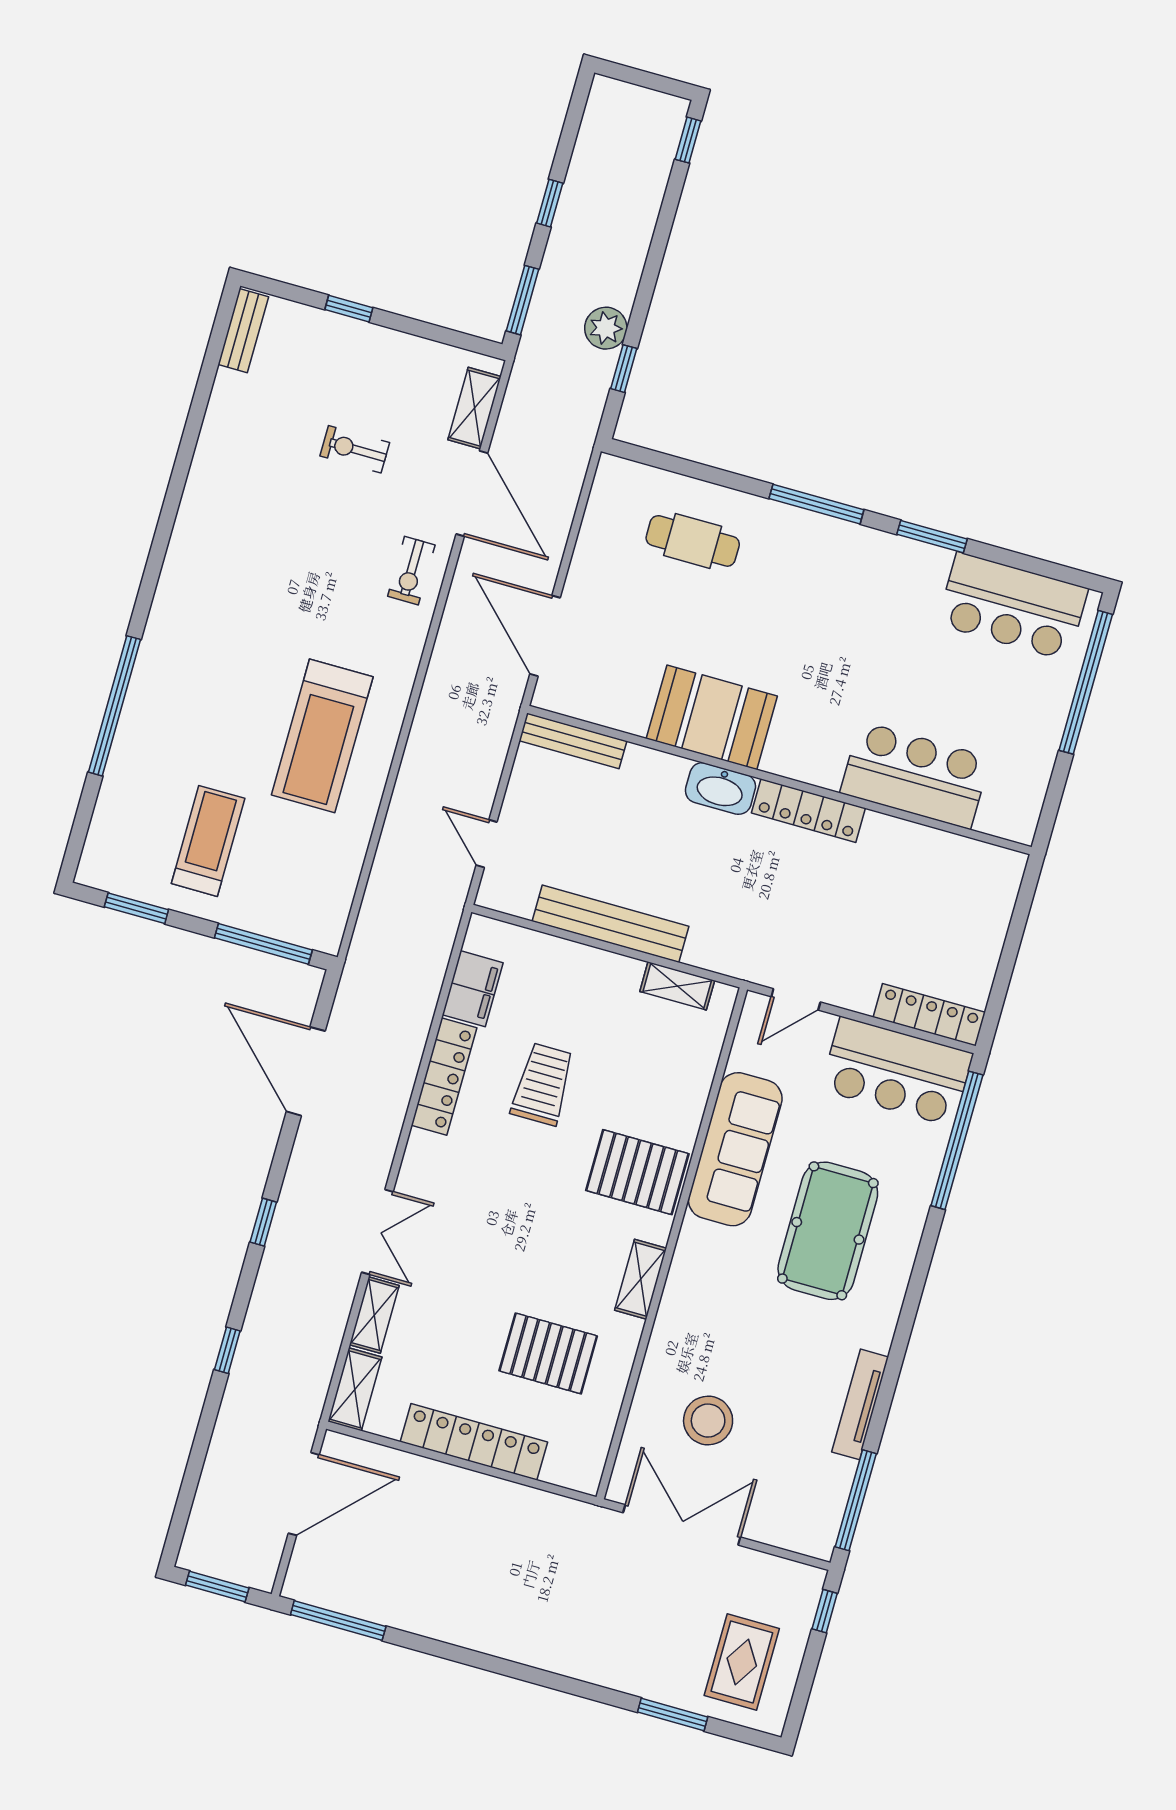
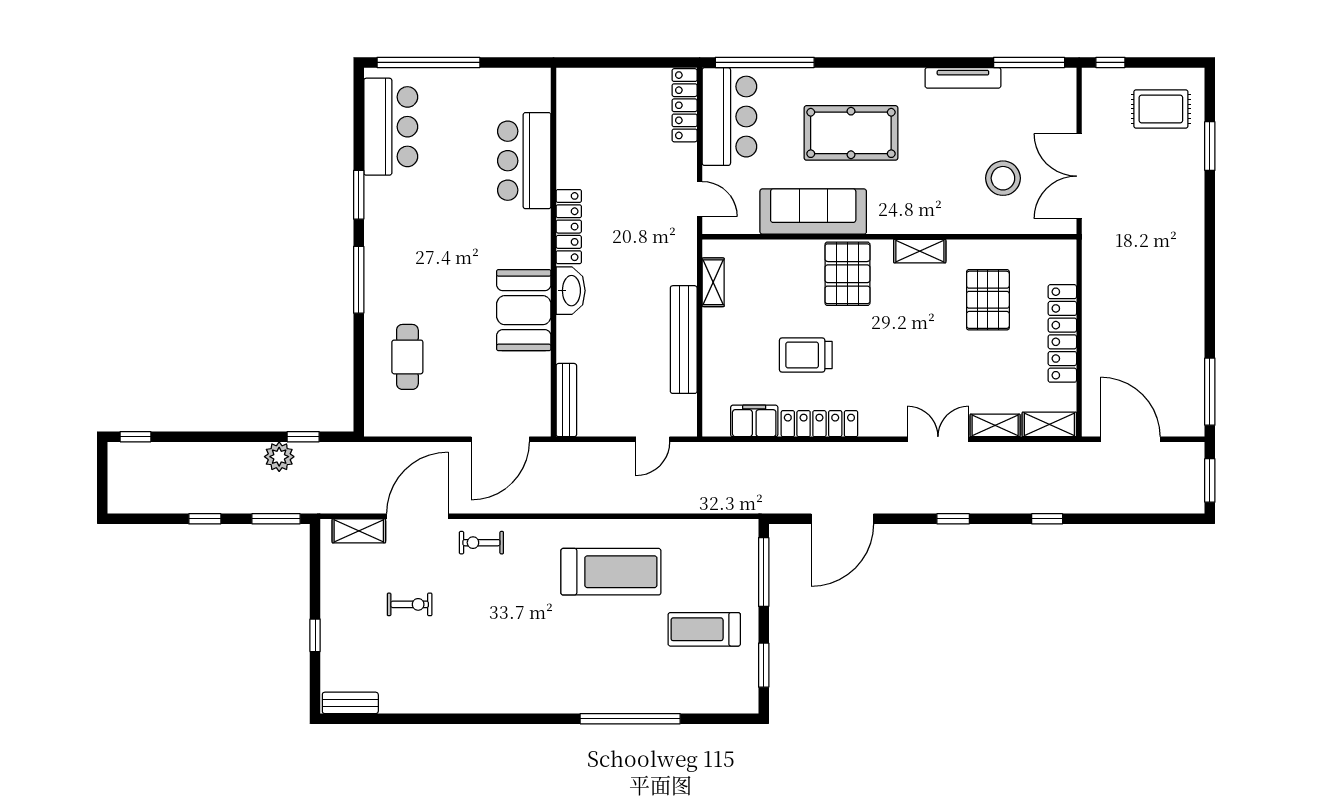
exercise bike: (355, 449) -> (410, 604), turned -90
exercise bike: (411, 571) -> (481, 543), turned 180

